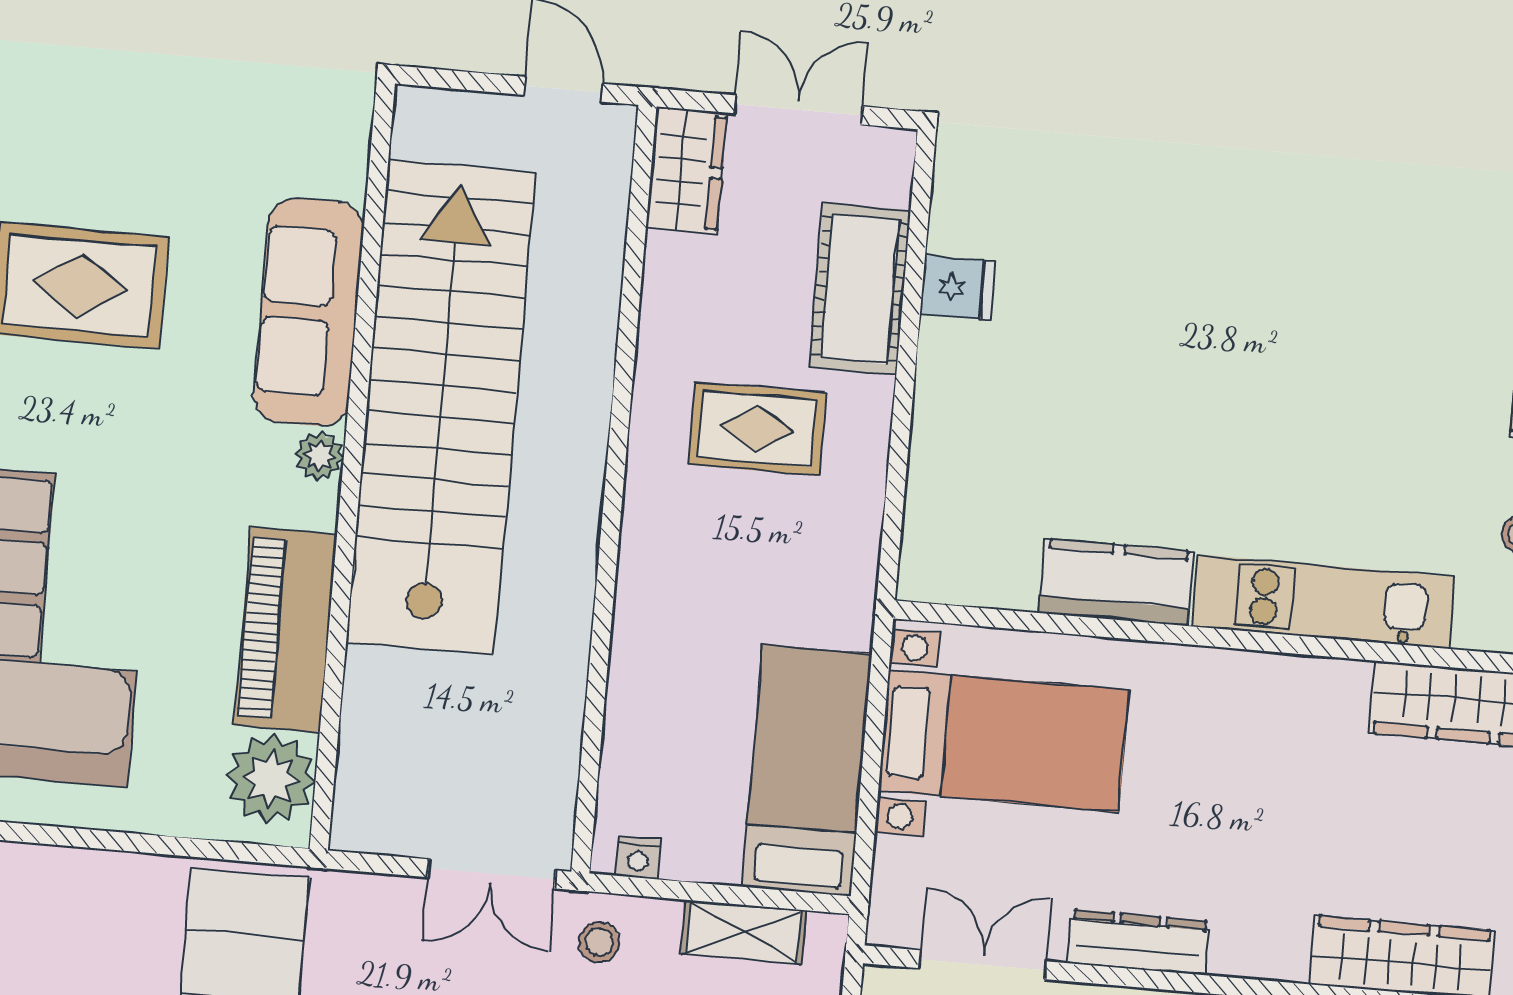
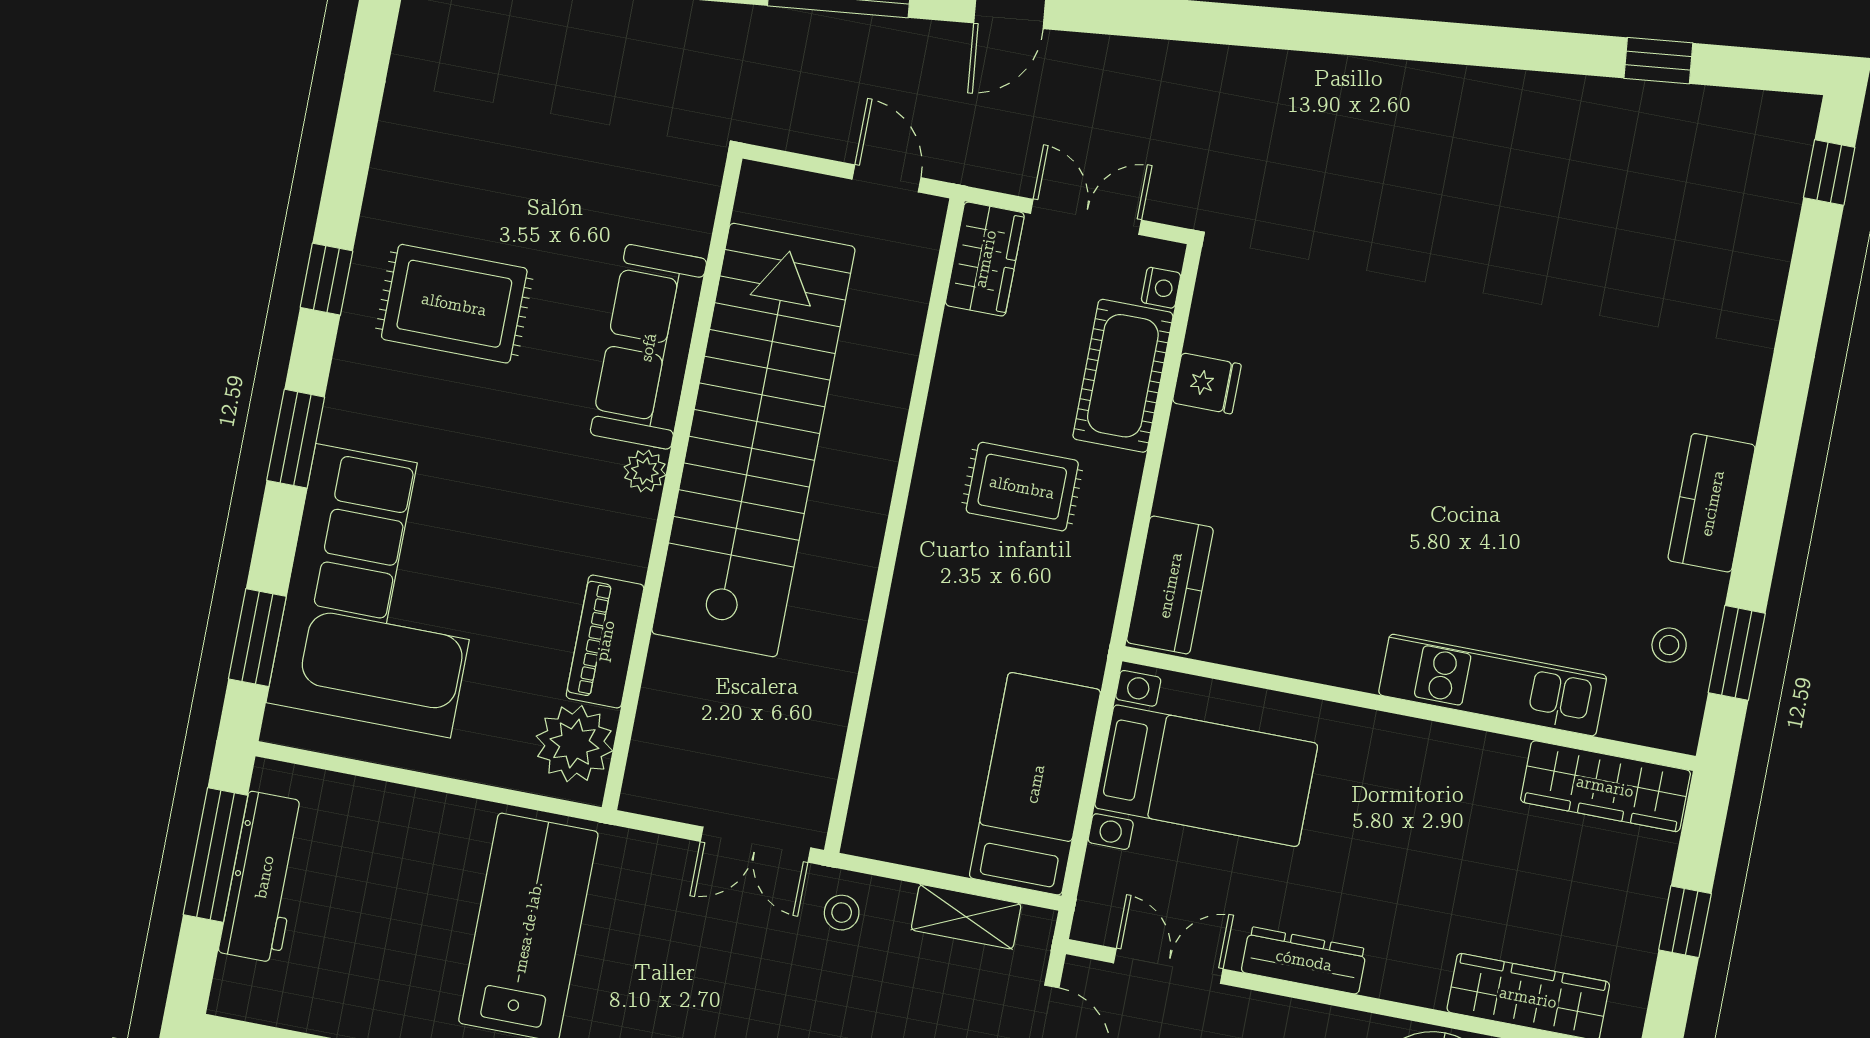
kitchen counter: (1116, 582) -> (1170, 585), moved, turned 90
piano: (285, 630) -> (605, 641), width x0.73, depth x0.75
nightstand: (638, 858) -> (1161, 288), moved, turned -90

